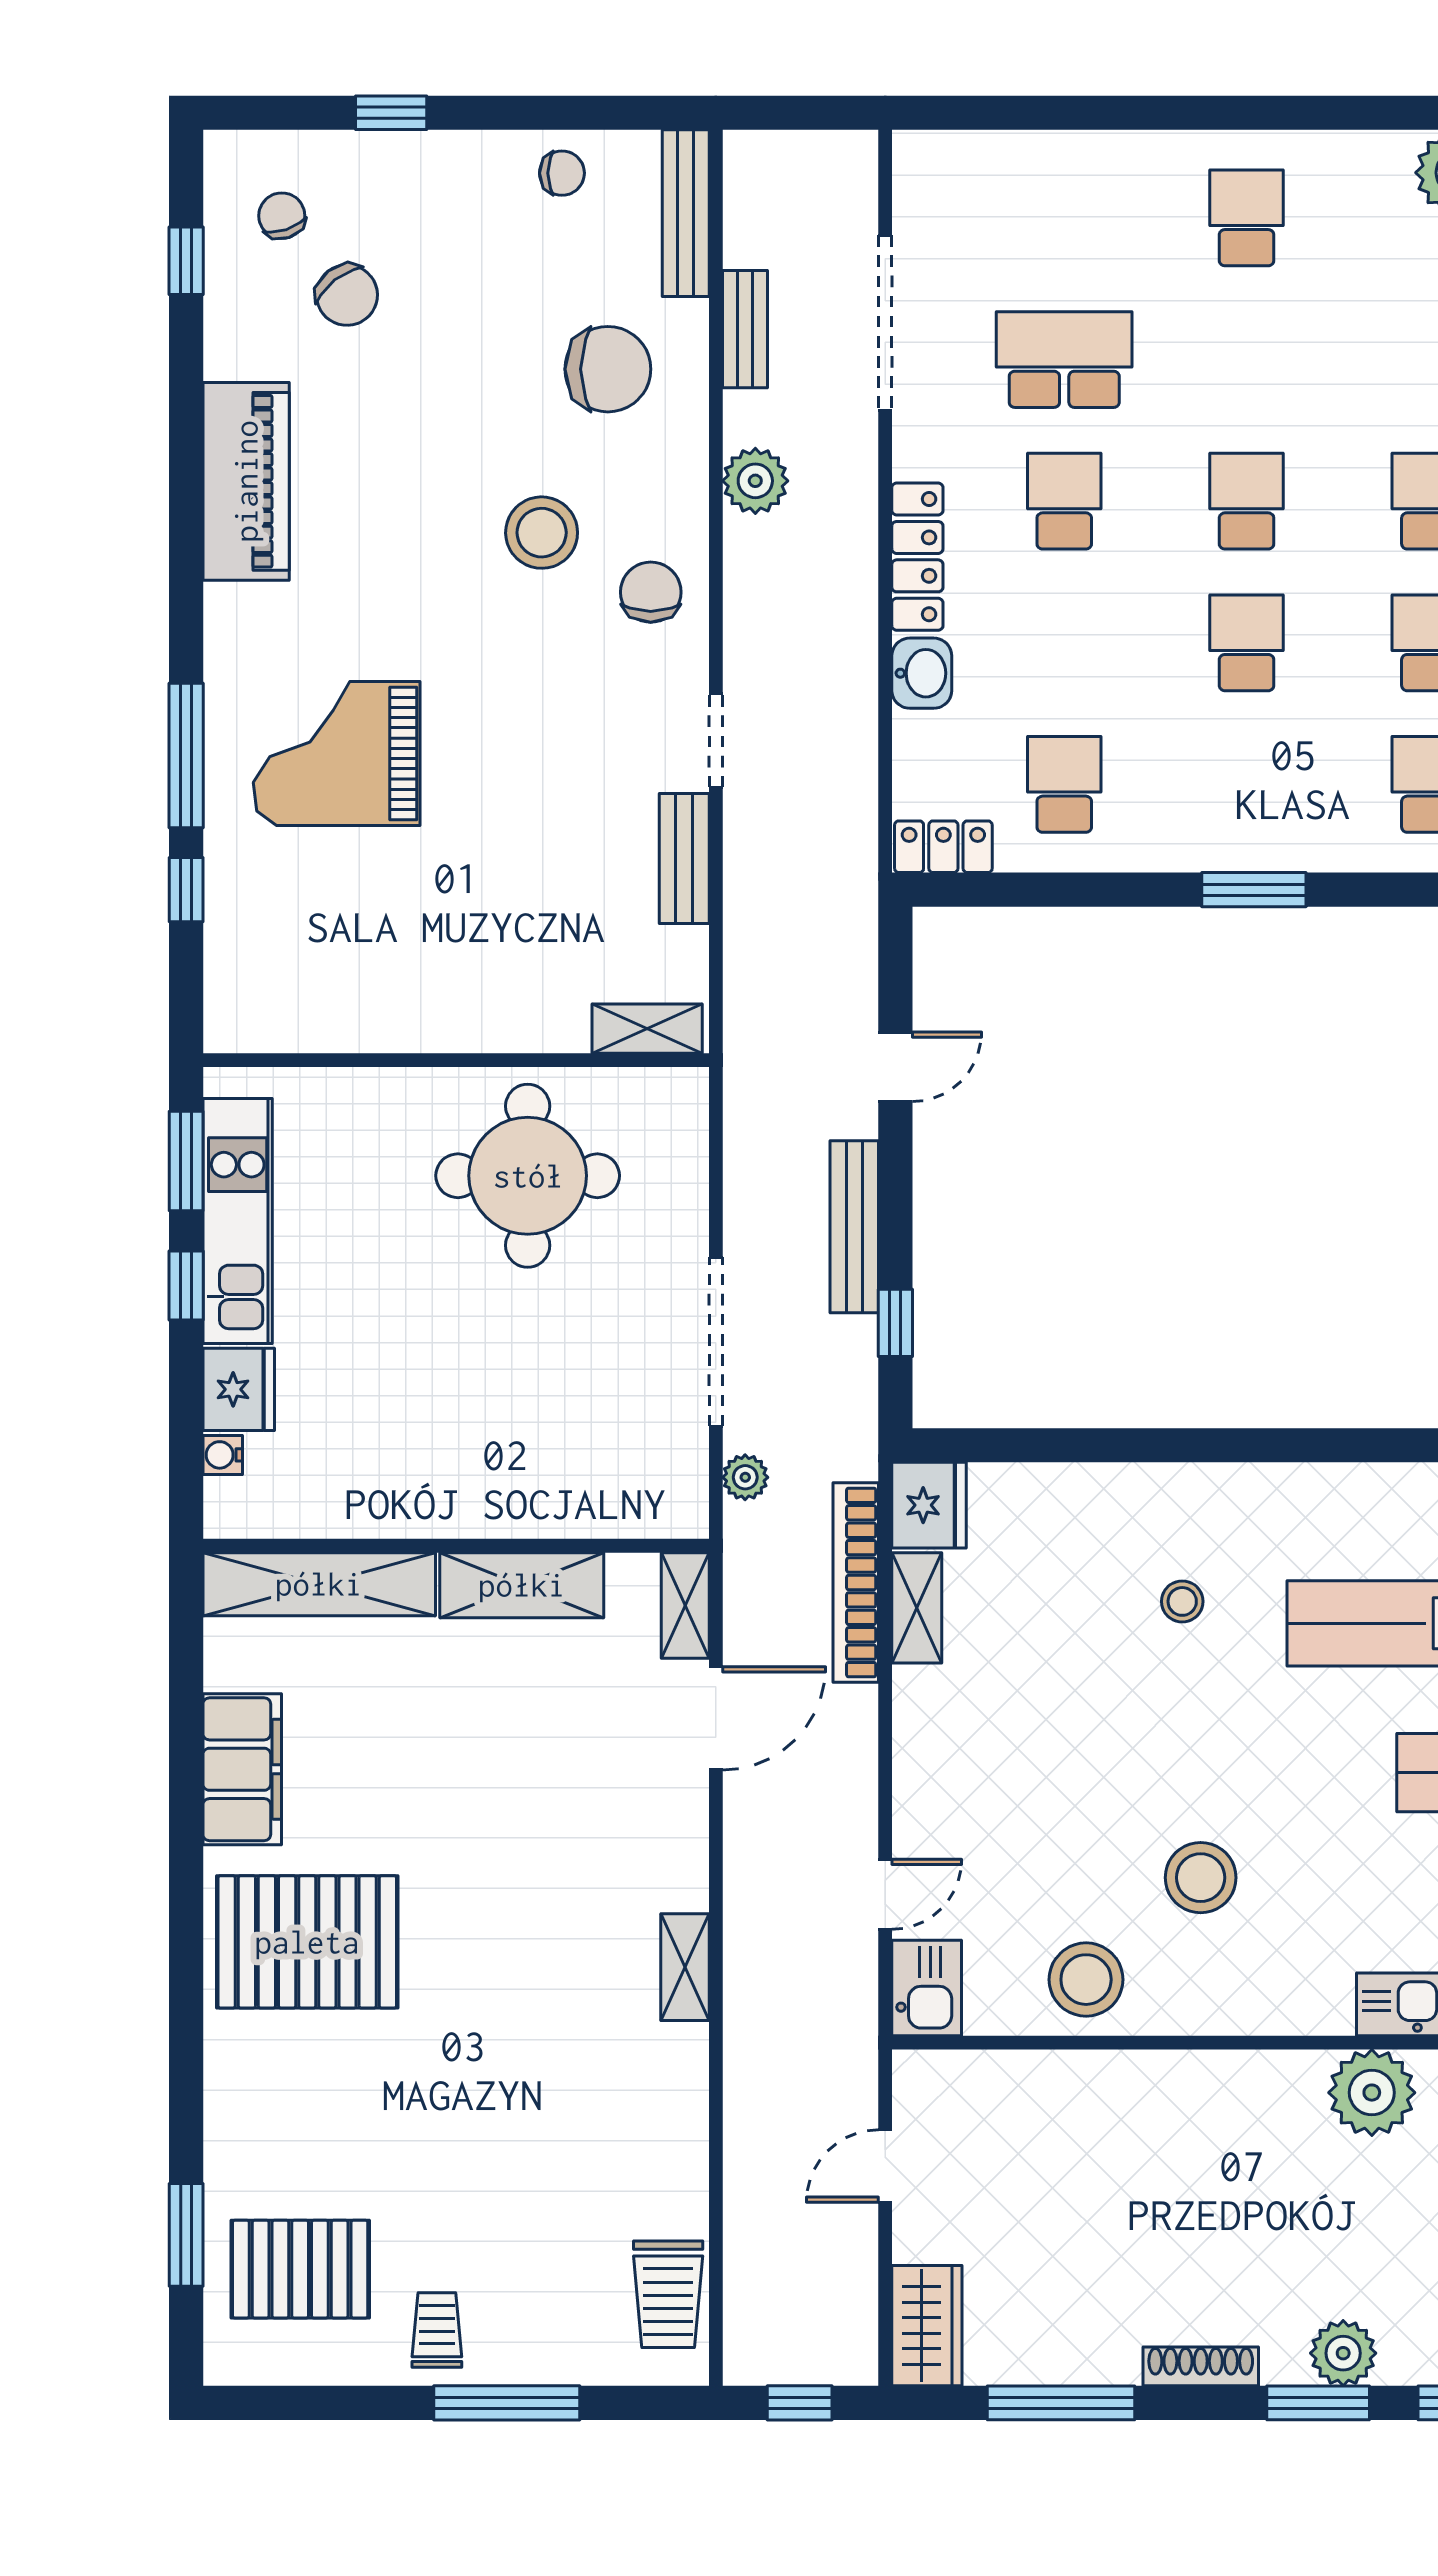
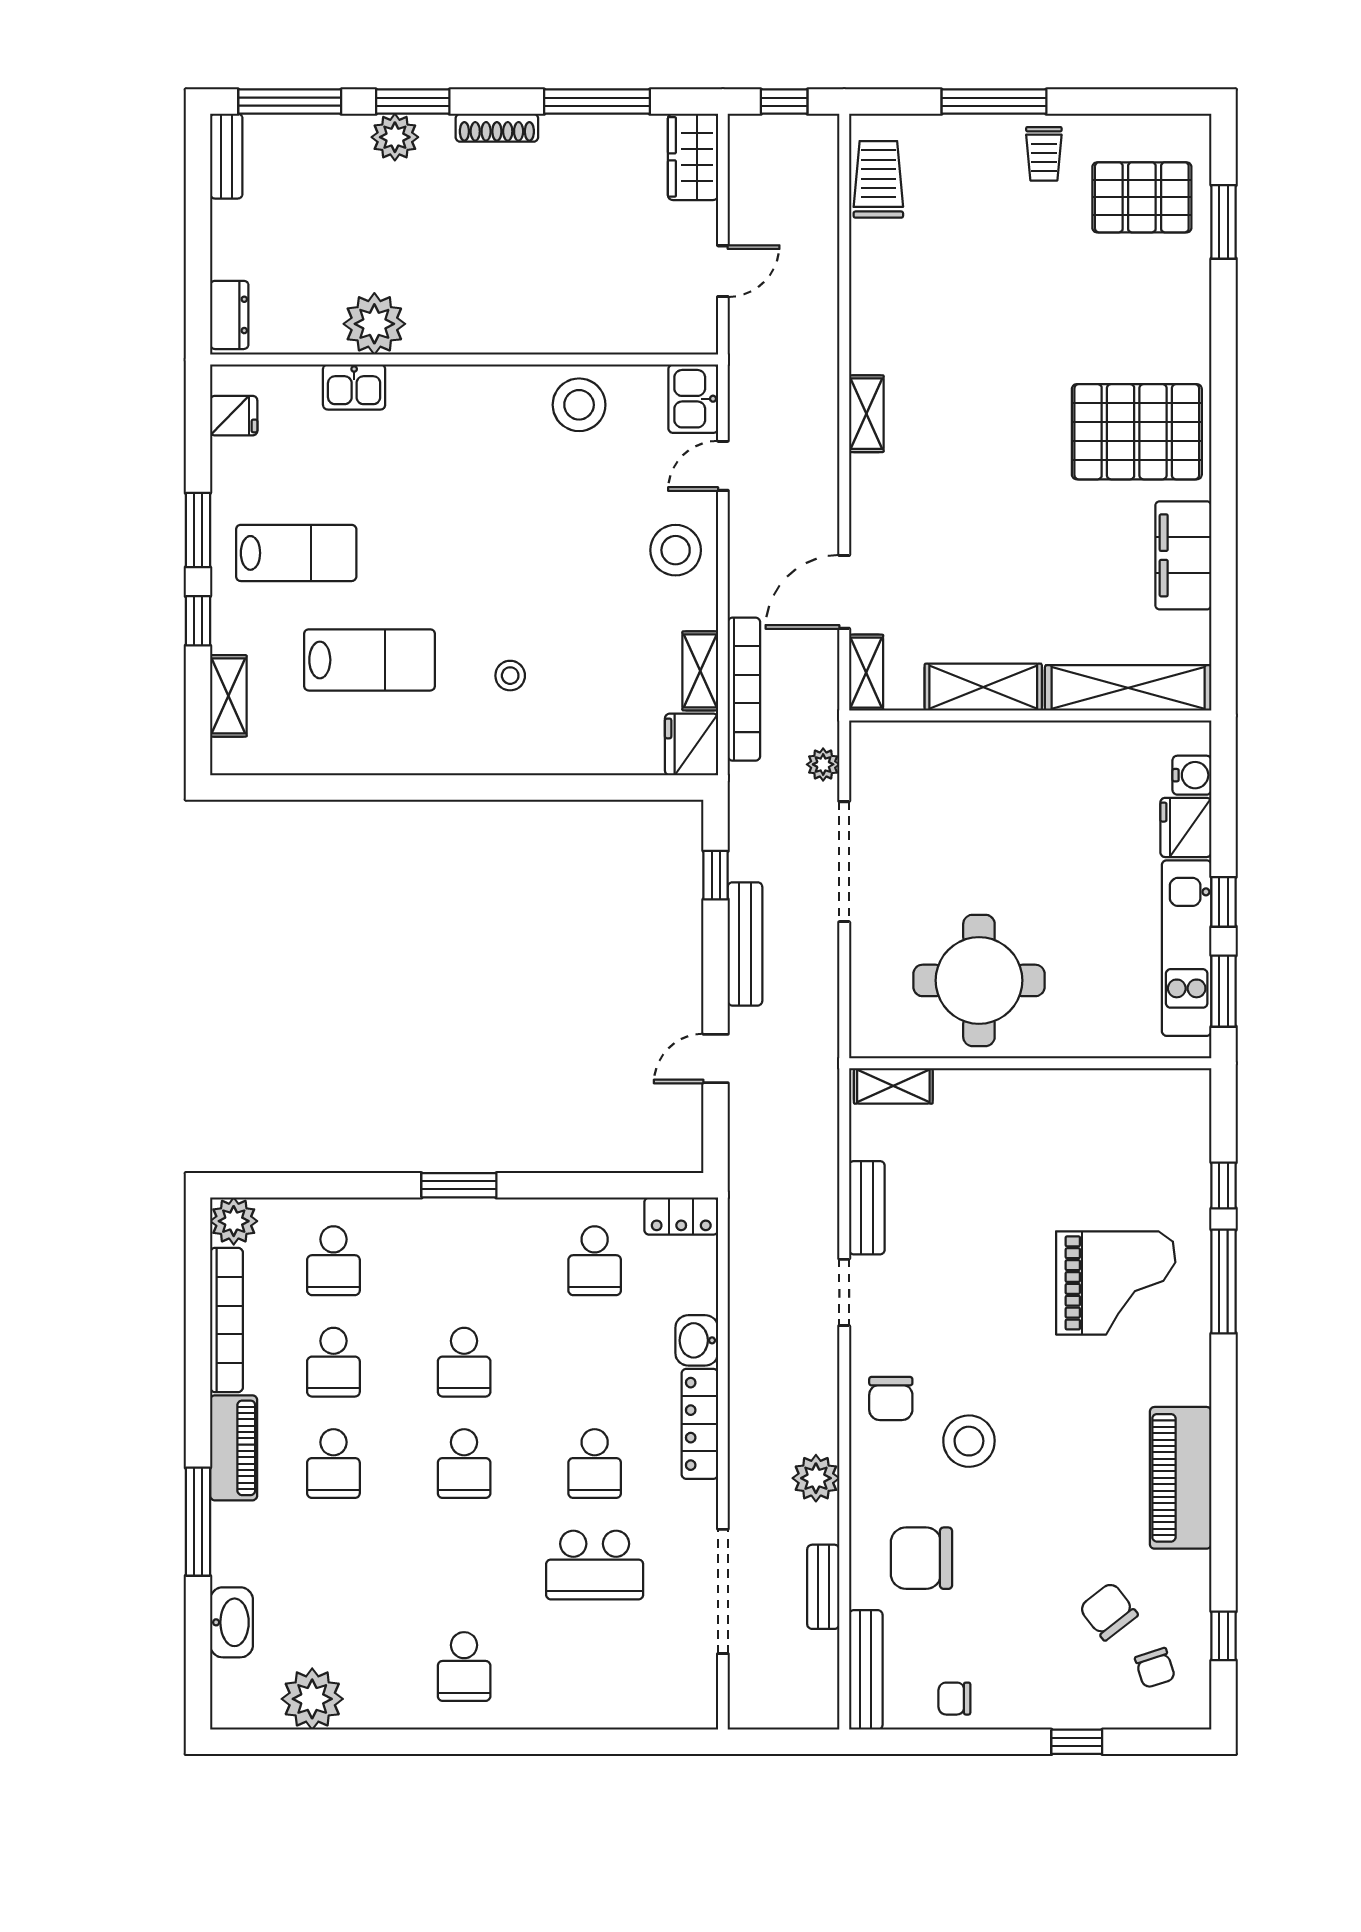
water cooler: (223, 1455) -> (1192, 775), width x1.38, depth x1.38
stool: (1201, 1878) -> (676, 550), moved

